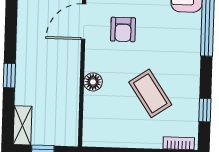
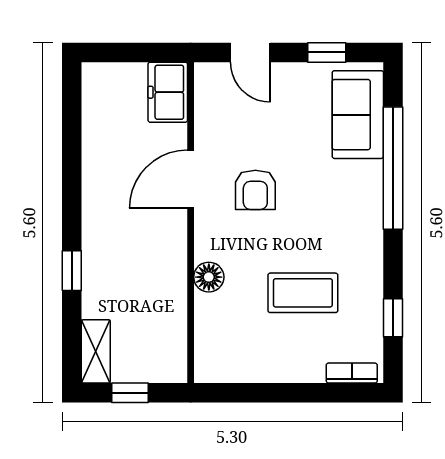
coffee table: (150, 93) -> (303, 293), turned -56

